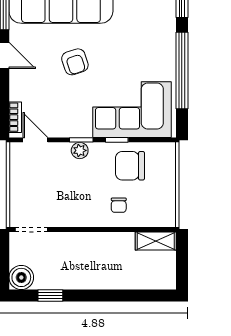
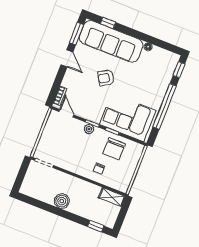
armchair: (75, 62) -> (106, 78), turned 77
chair: (130, 166) -> (114, 149), turned -90
boiler: (21, 277) -> (62, 201), moved
window: (50, 296) -> (96, 226), moved

